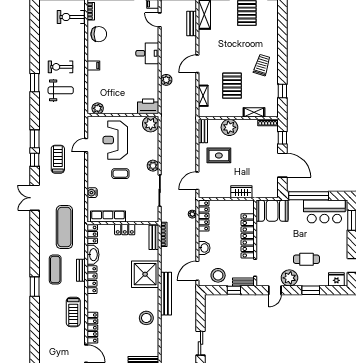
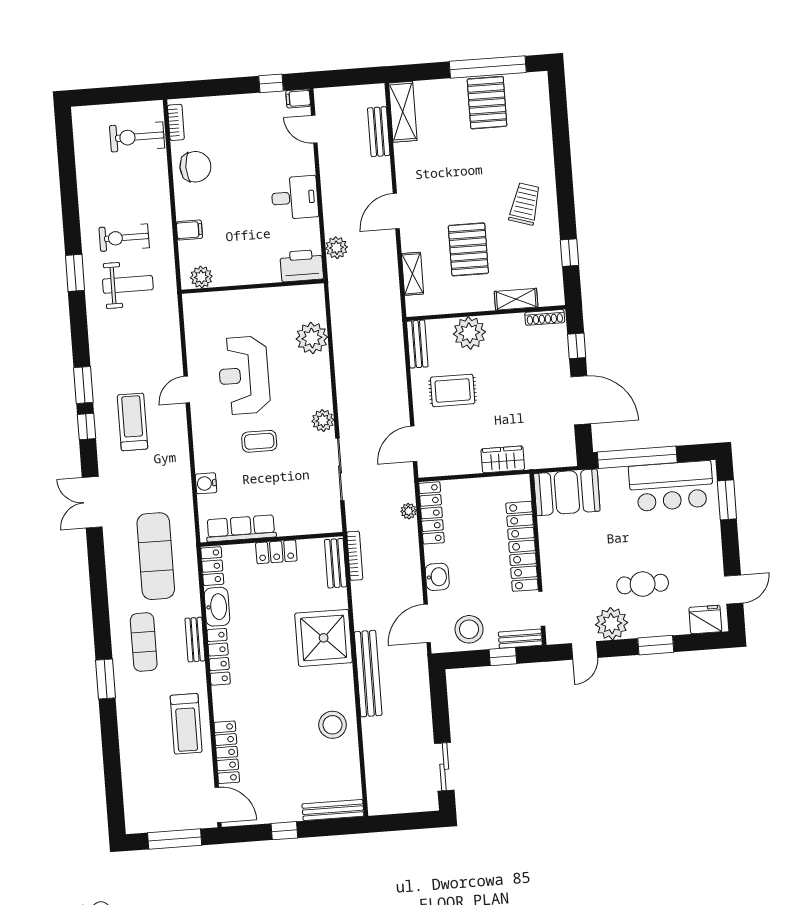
printer: (148, 106) -> (302, 266), moved
plant: (98, 108) -> (201, 277), moved
wall: (123, 115) -> (253, 286), moved

